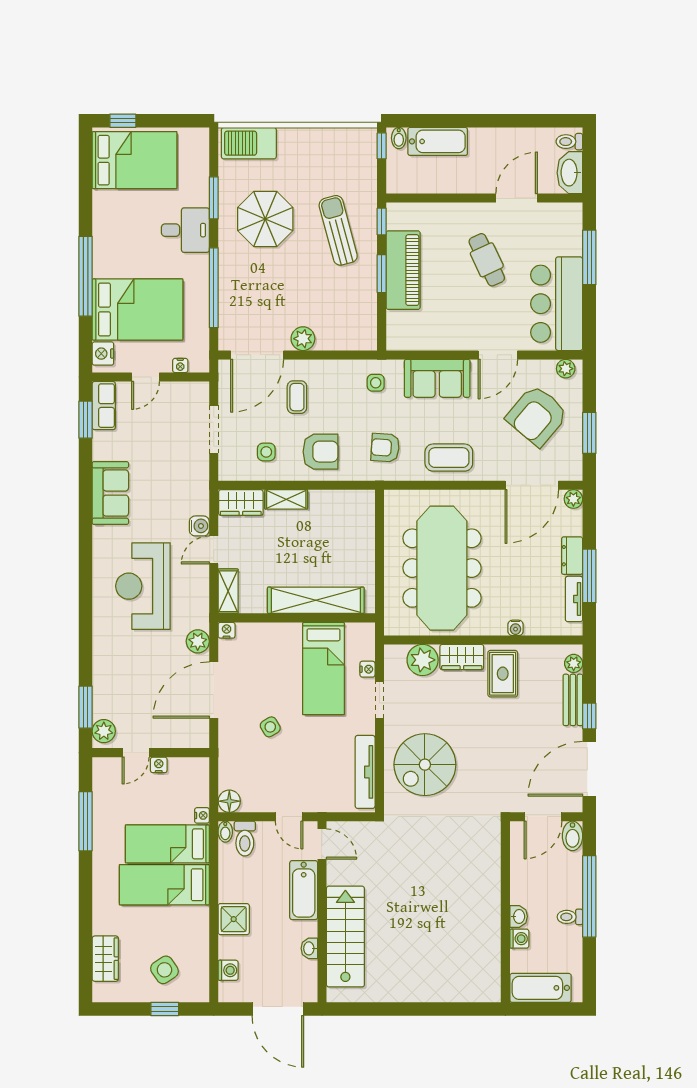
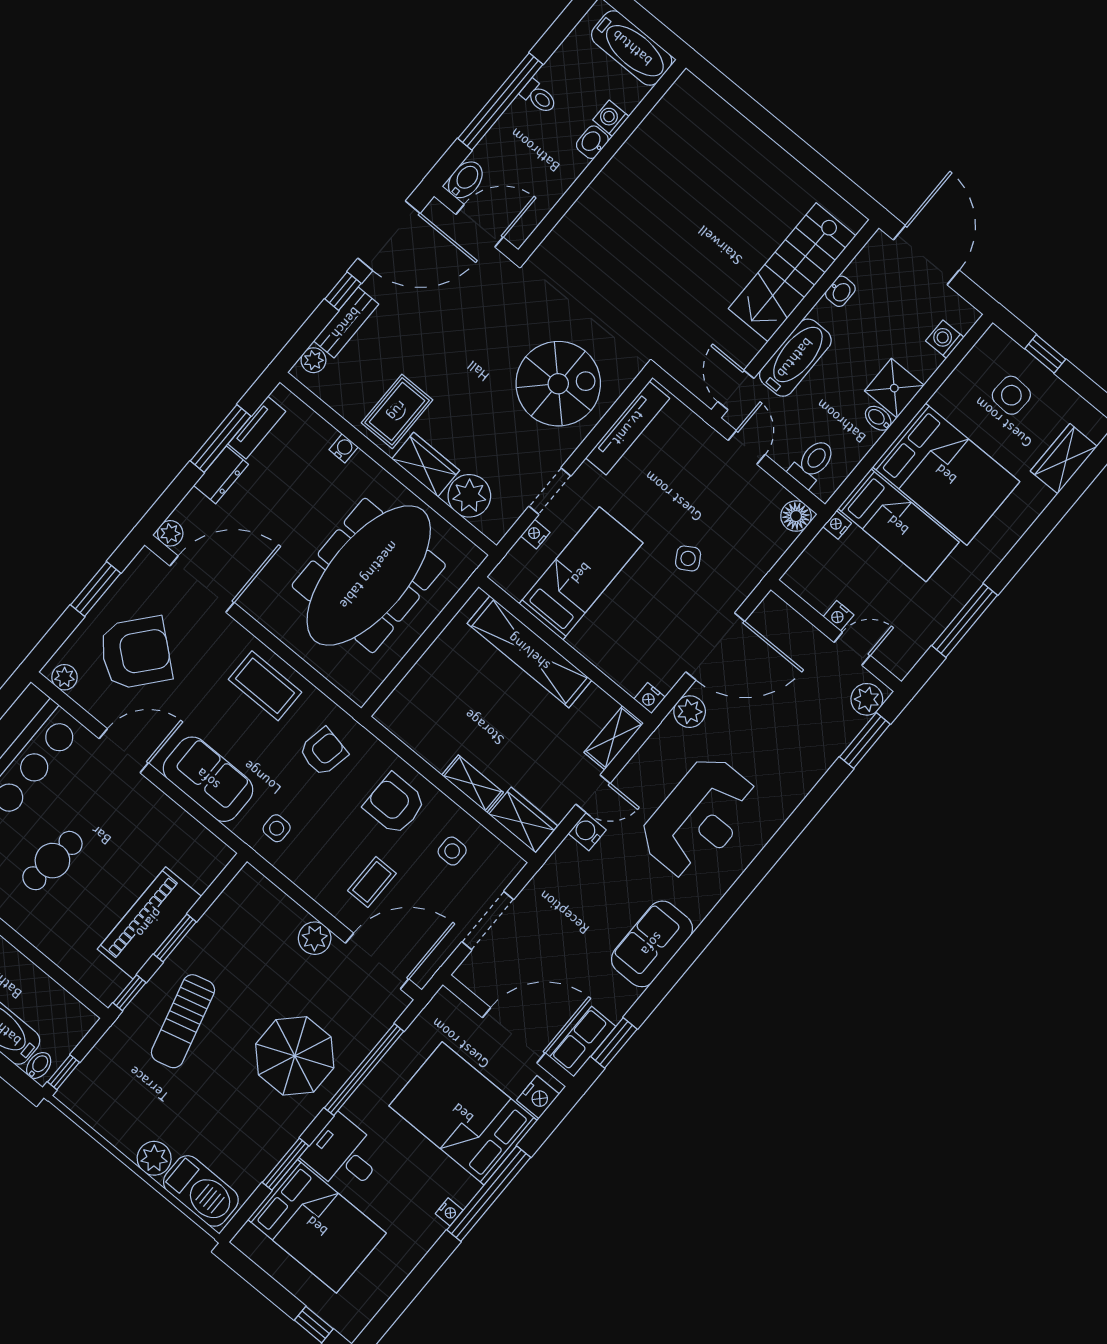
plant: (290, 140) -> (154, 1158), added
bed: (134, 160) -> (317, 1226), moved, turned 180
parasol: (265, 219) -> (295, 1056), moved
cafe table: (487, 260) -> (52, 861), turned 31
nightstand: (180, 365) -> (449, 1212), moved, turned 90
door: (145, 377) -> (514, 1035), width x1.88
armchair: (385, 448) -> (323, 752), turned -83
bidet: (225, 832) -> (878, 418), moved, turned -90
bed: (164, 885) -> (946, 474), width x1.50
side table: (164, 970) -> (1011, 395), turned 37

